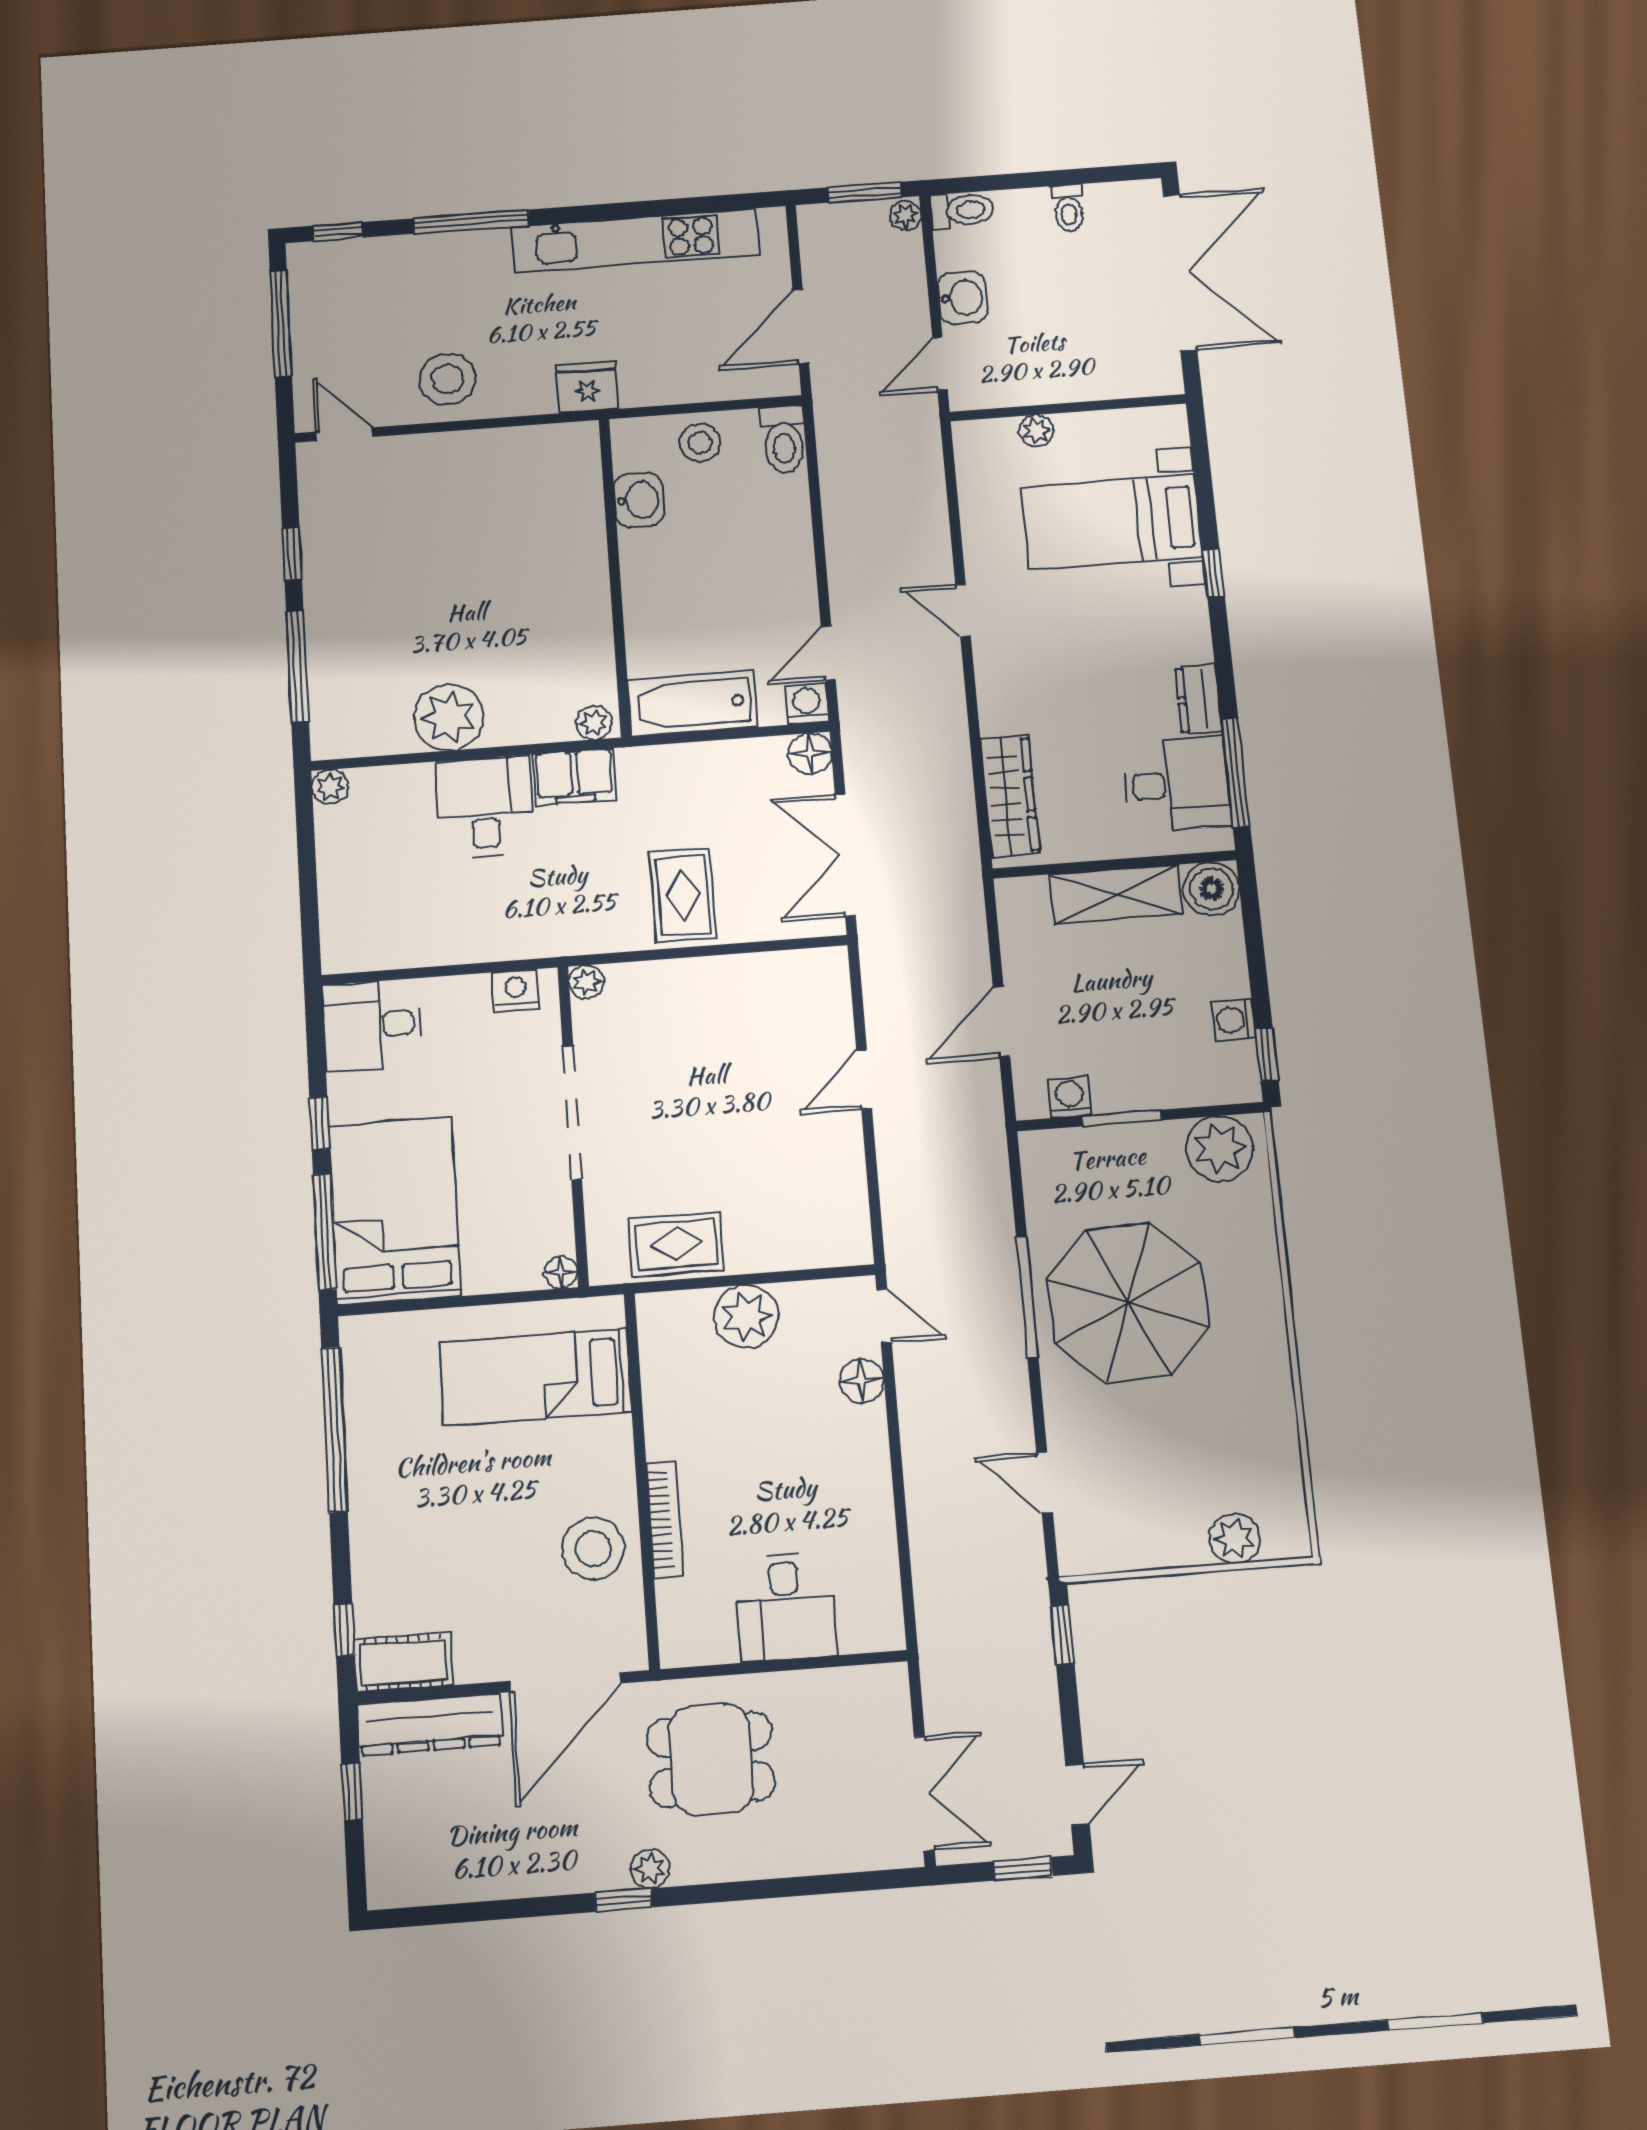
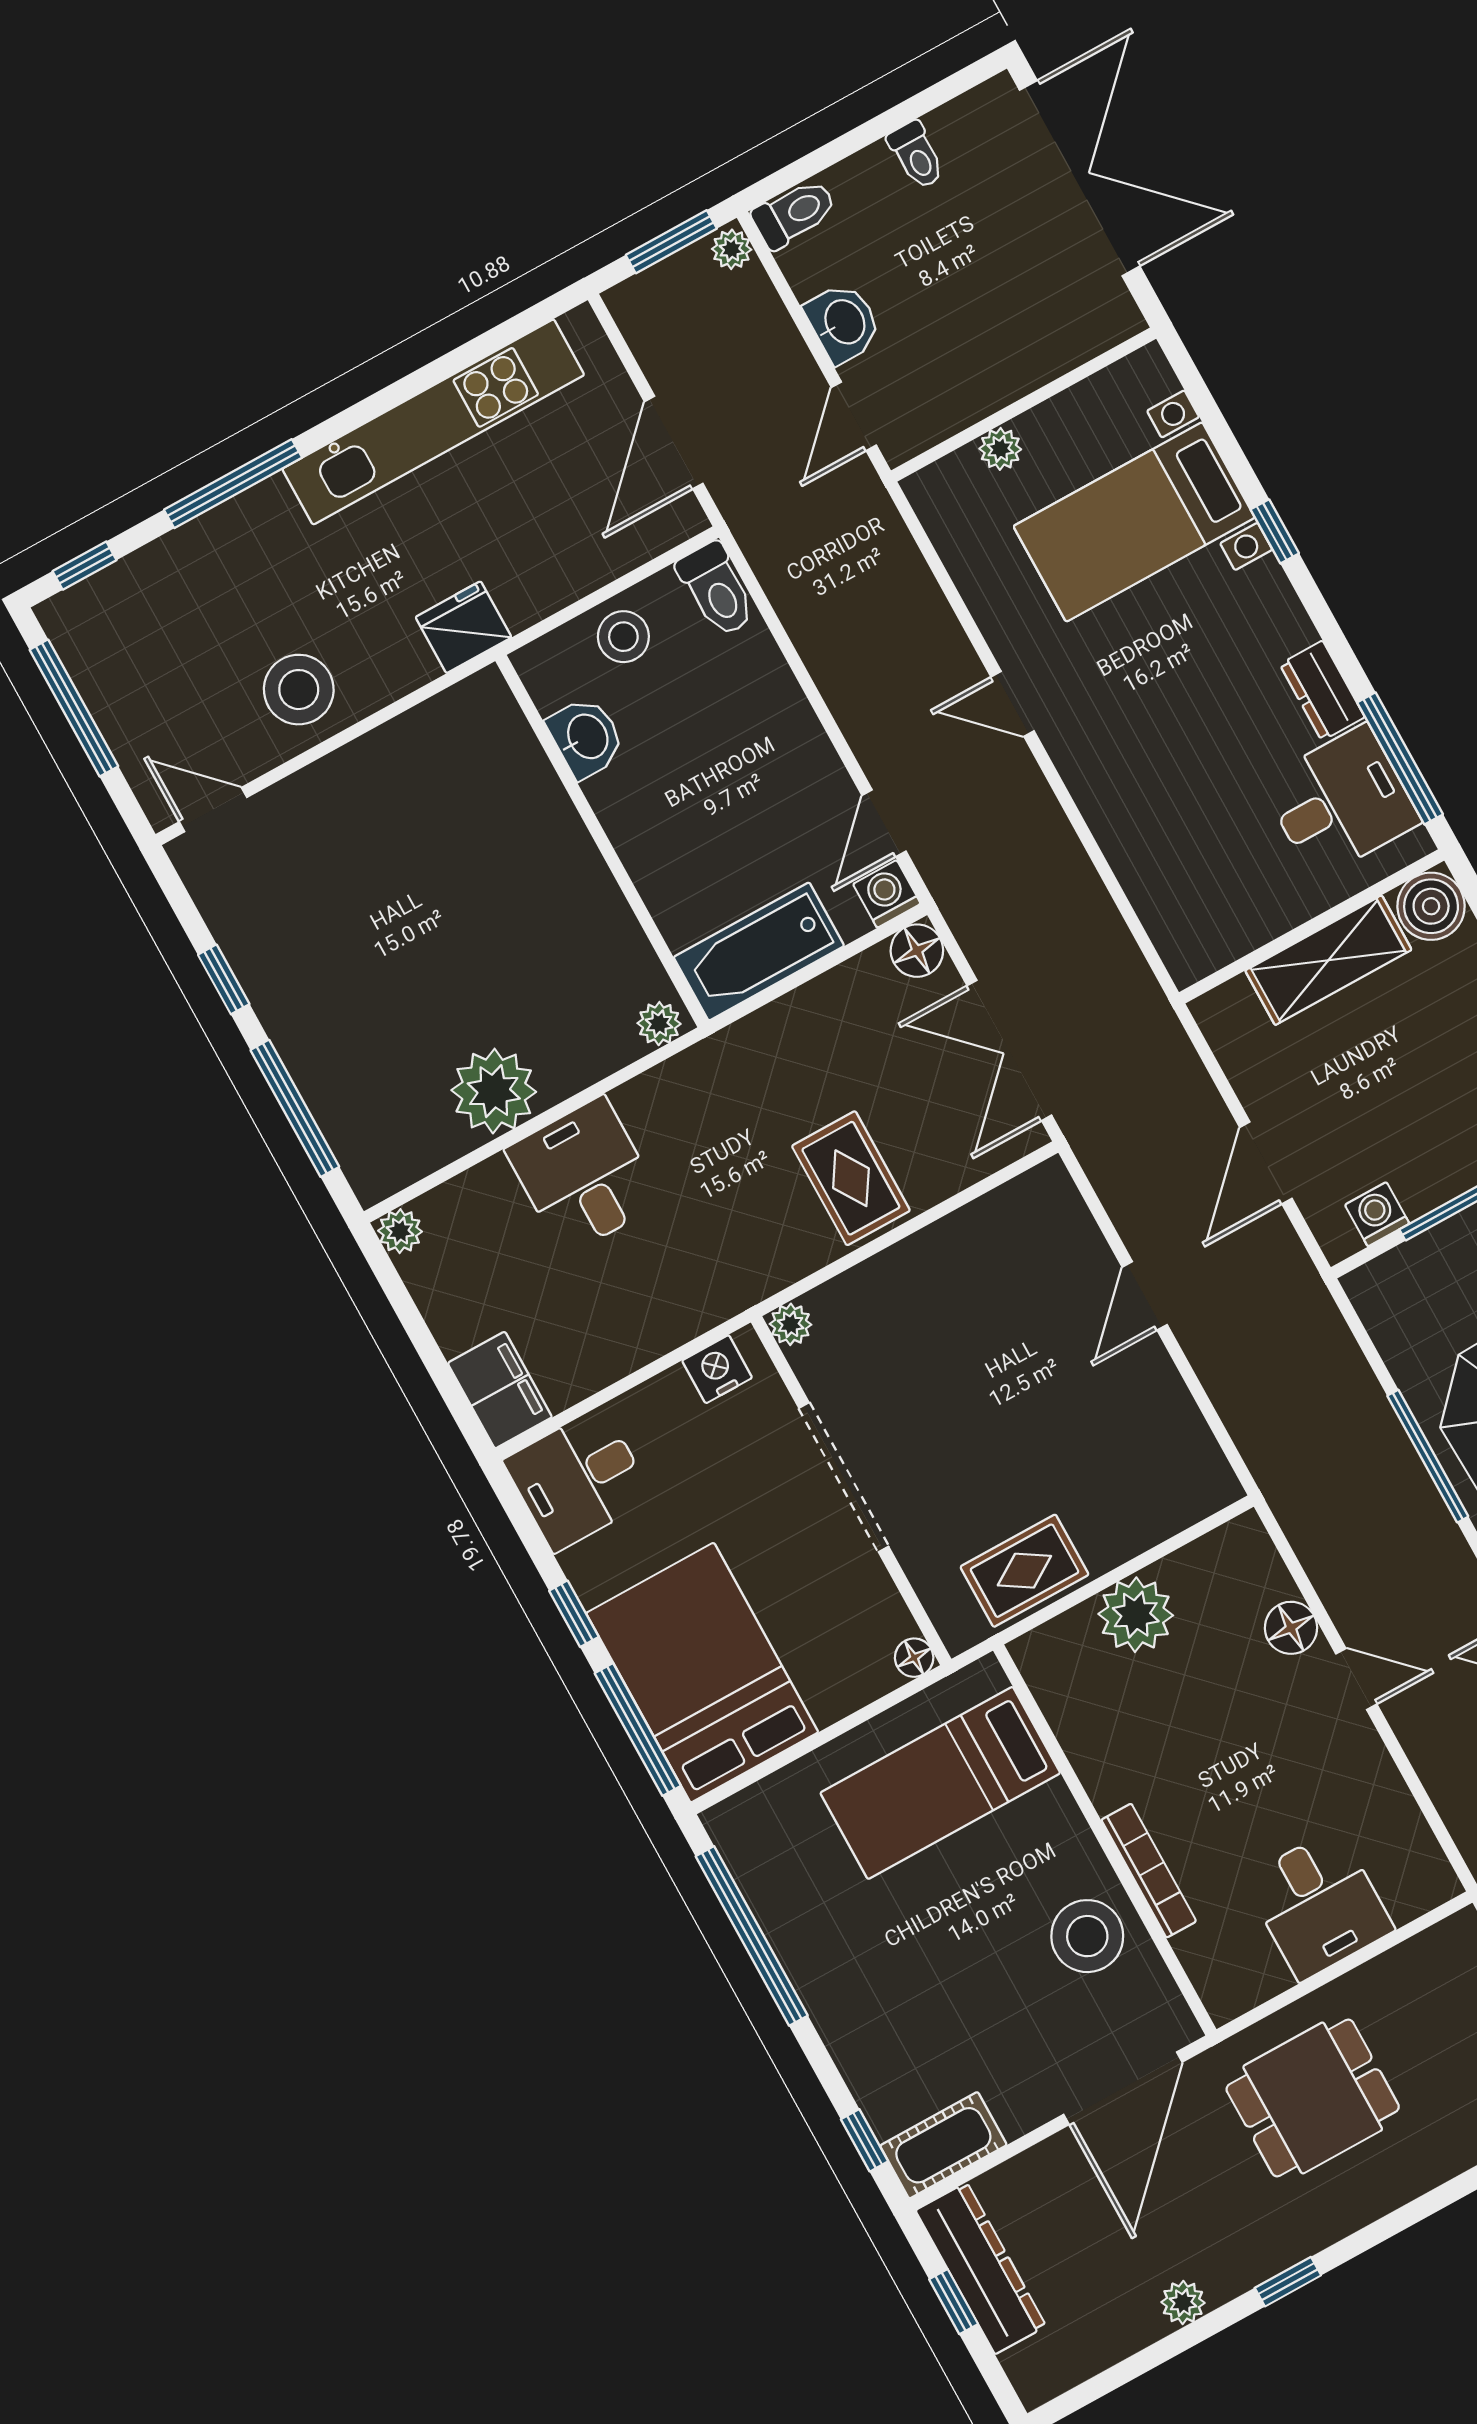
filing cabinet: (574, 777) -> (500, 1390), moved, turned -90
wardrobe: (1010, 796) -> (1161, 899), removed
door: (884, 1316) -> (1356, 1679), moved
dresser: (430, 1724) -> (981, 2268), moved, turned -90
plant: (650, 1869) -> (1183, 2303), moved

